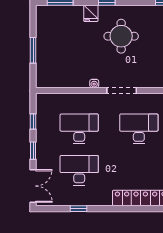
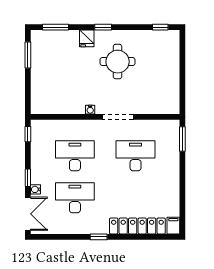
window: (33, 50) -> (28, 55), moved
window: (33, 121) -> (28, 134), moved
water cooler: (40, 162) -> (36, 189), added
window: (78, 209) -> (99, 237), moved

